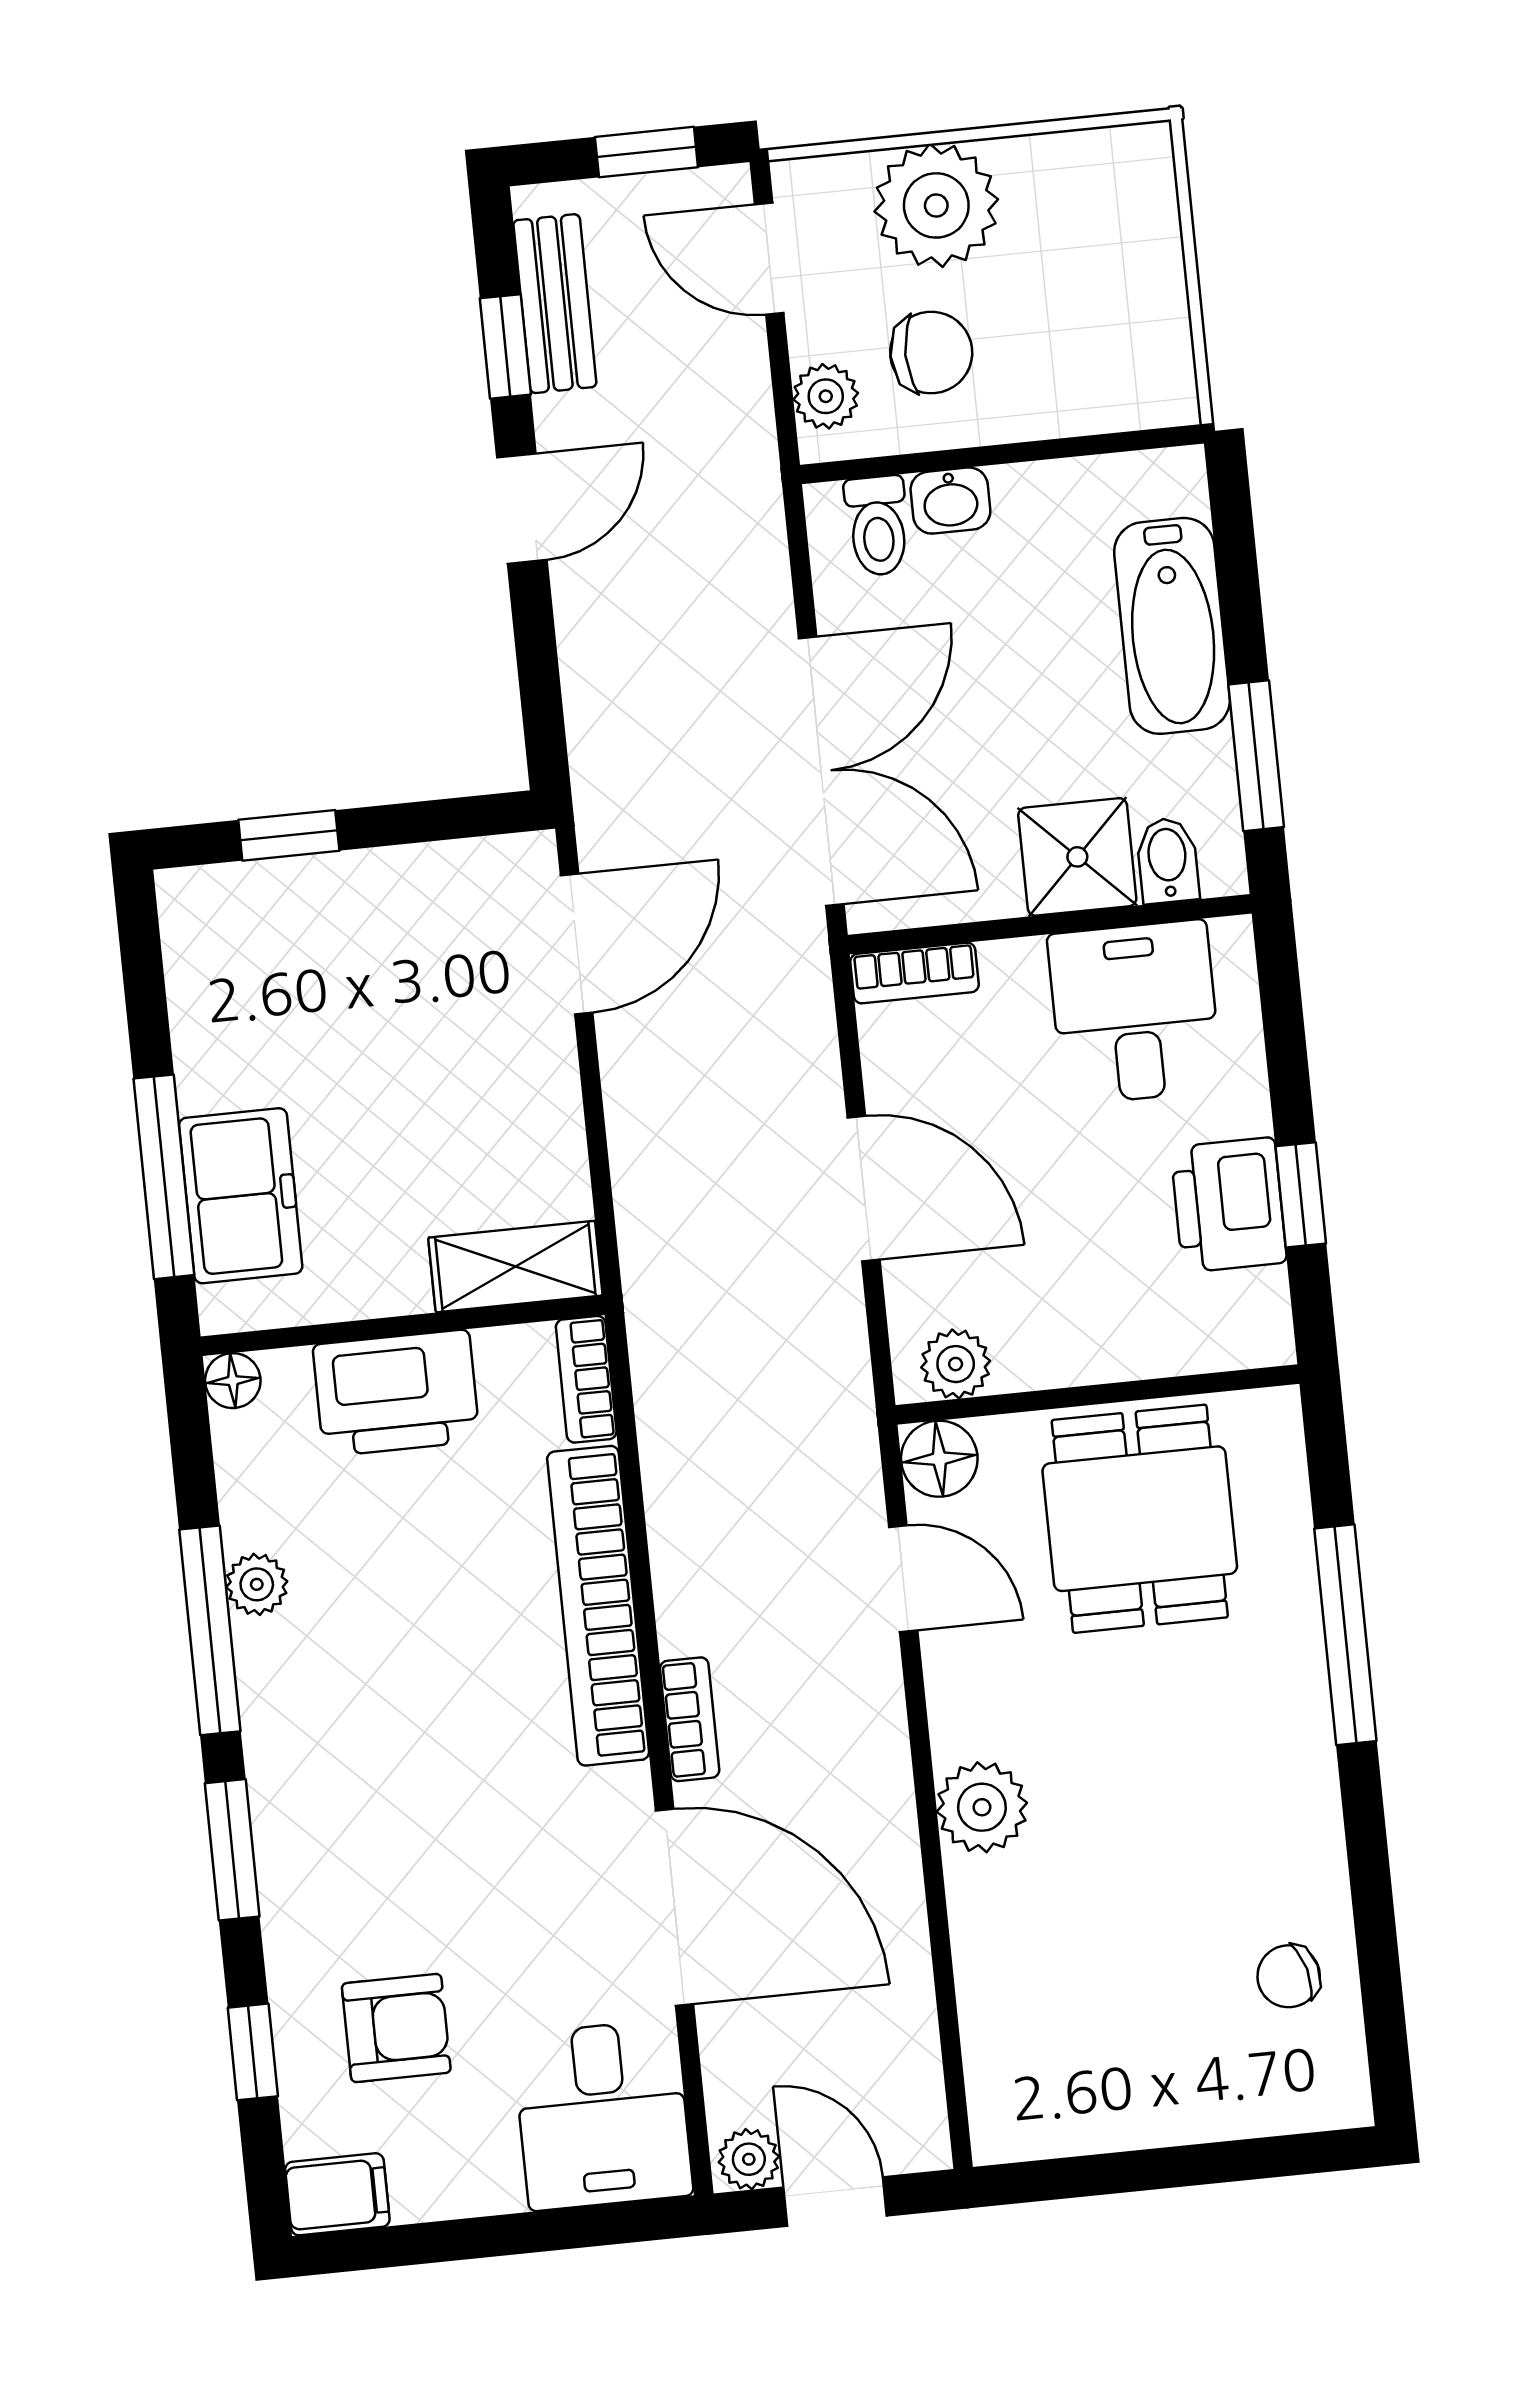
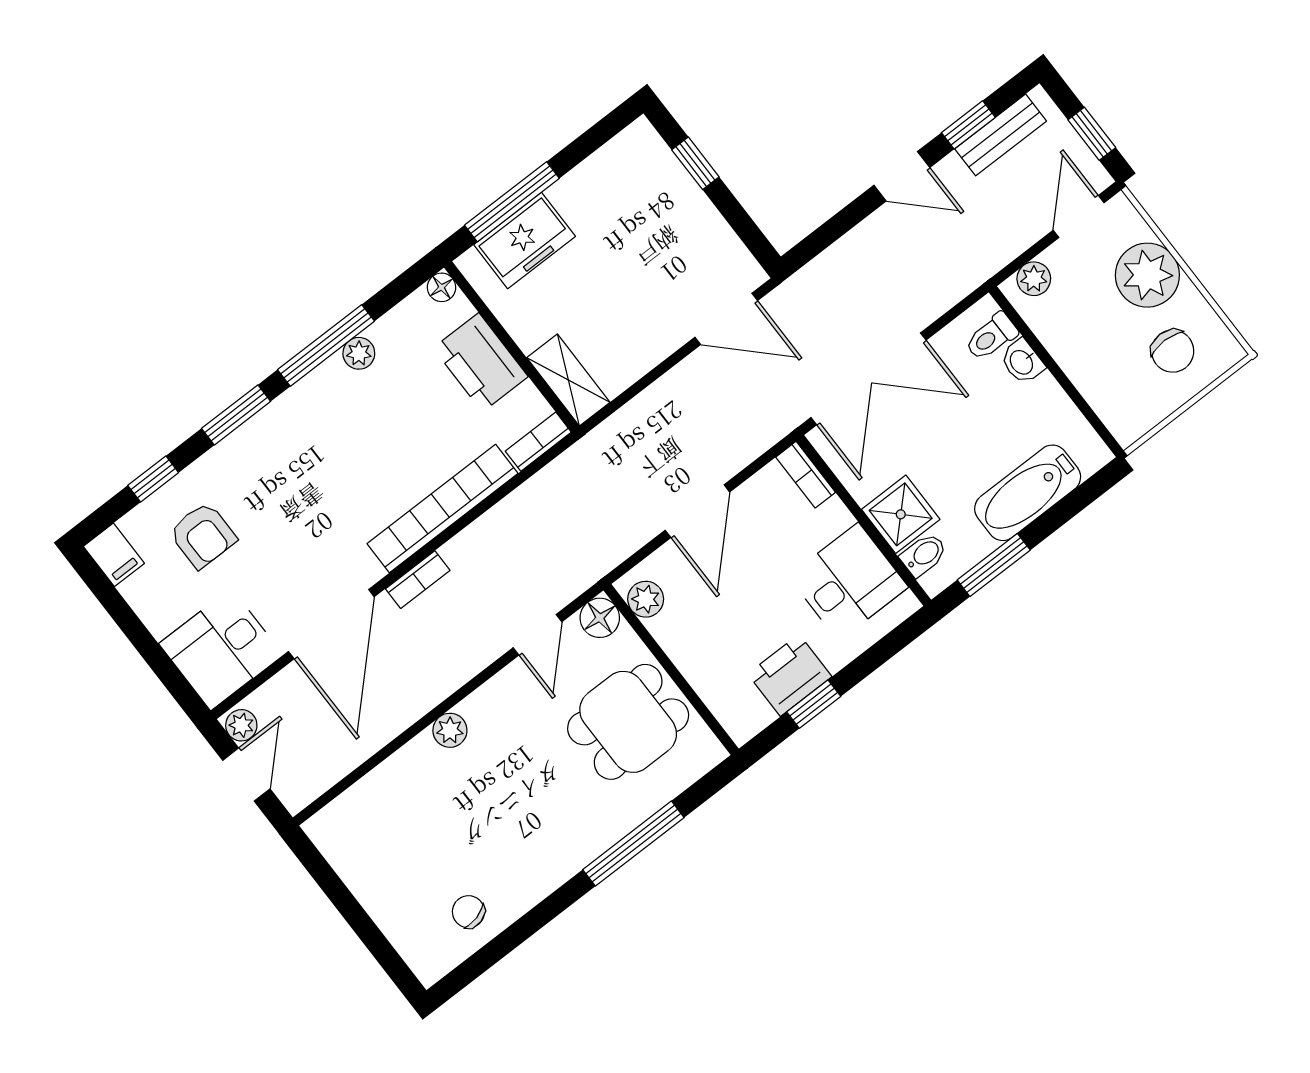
chair: (931, 353) -> (1173, 351), moved
plant: (982, 1807) -> (450, 730), width x0.73, depth x0.73

